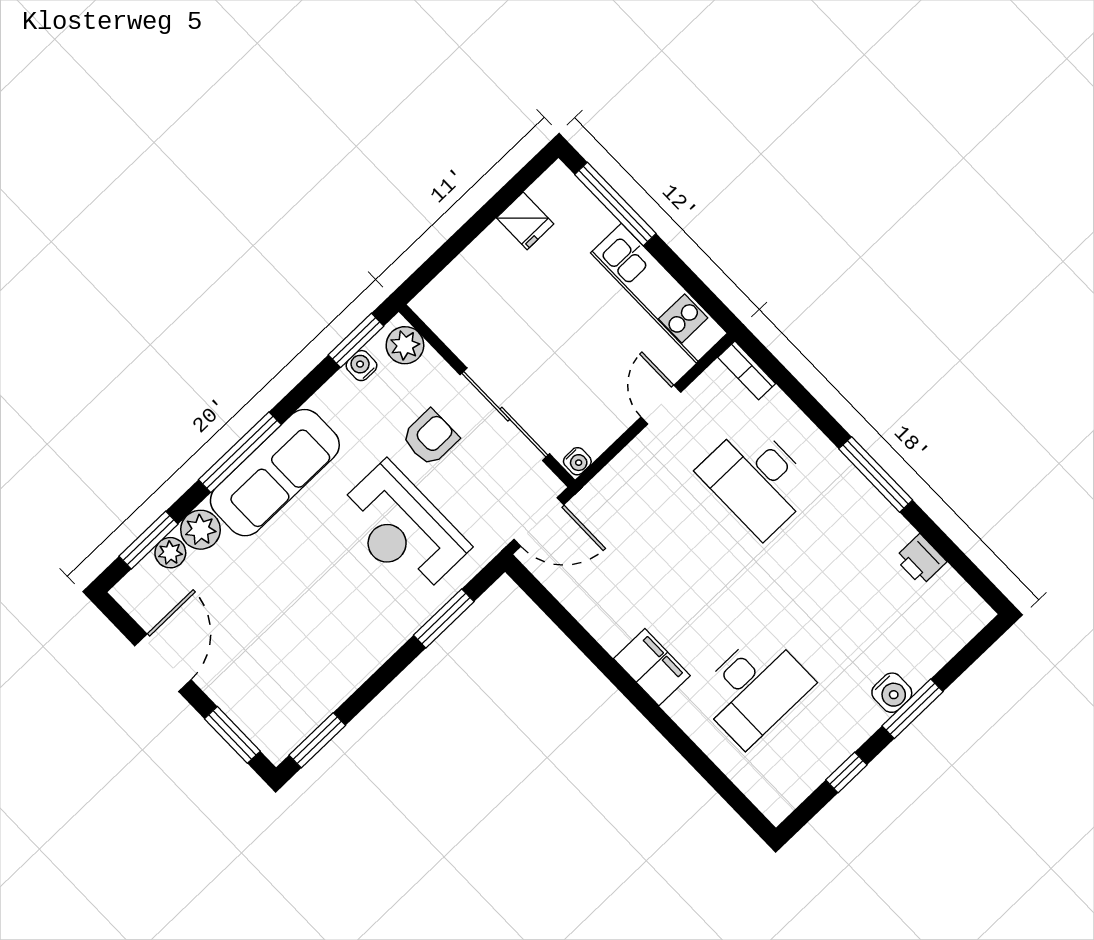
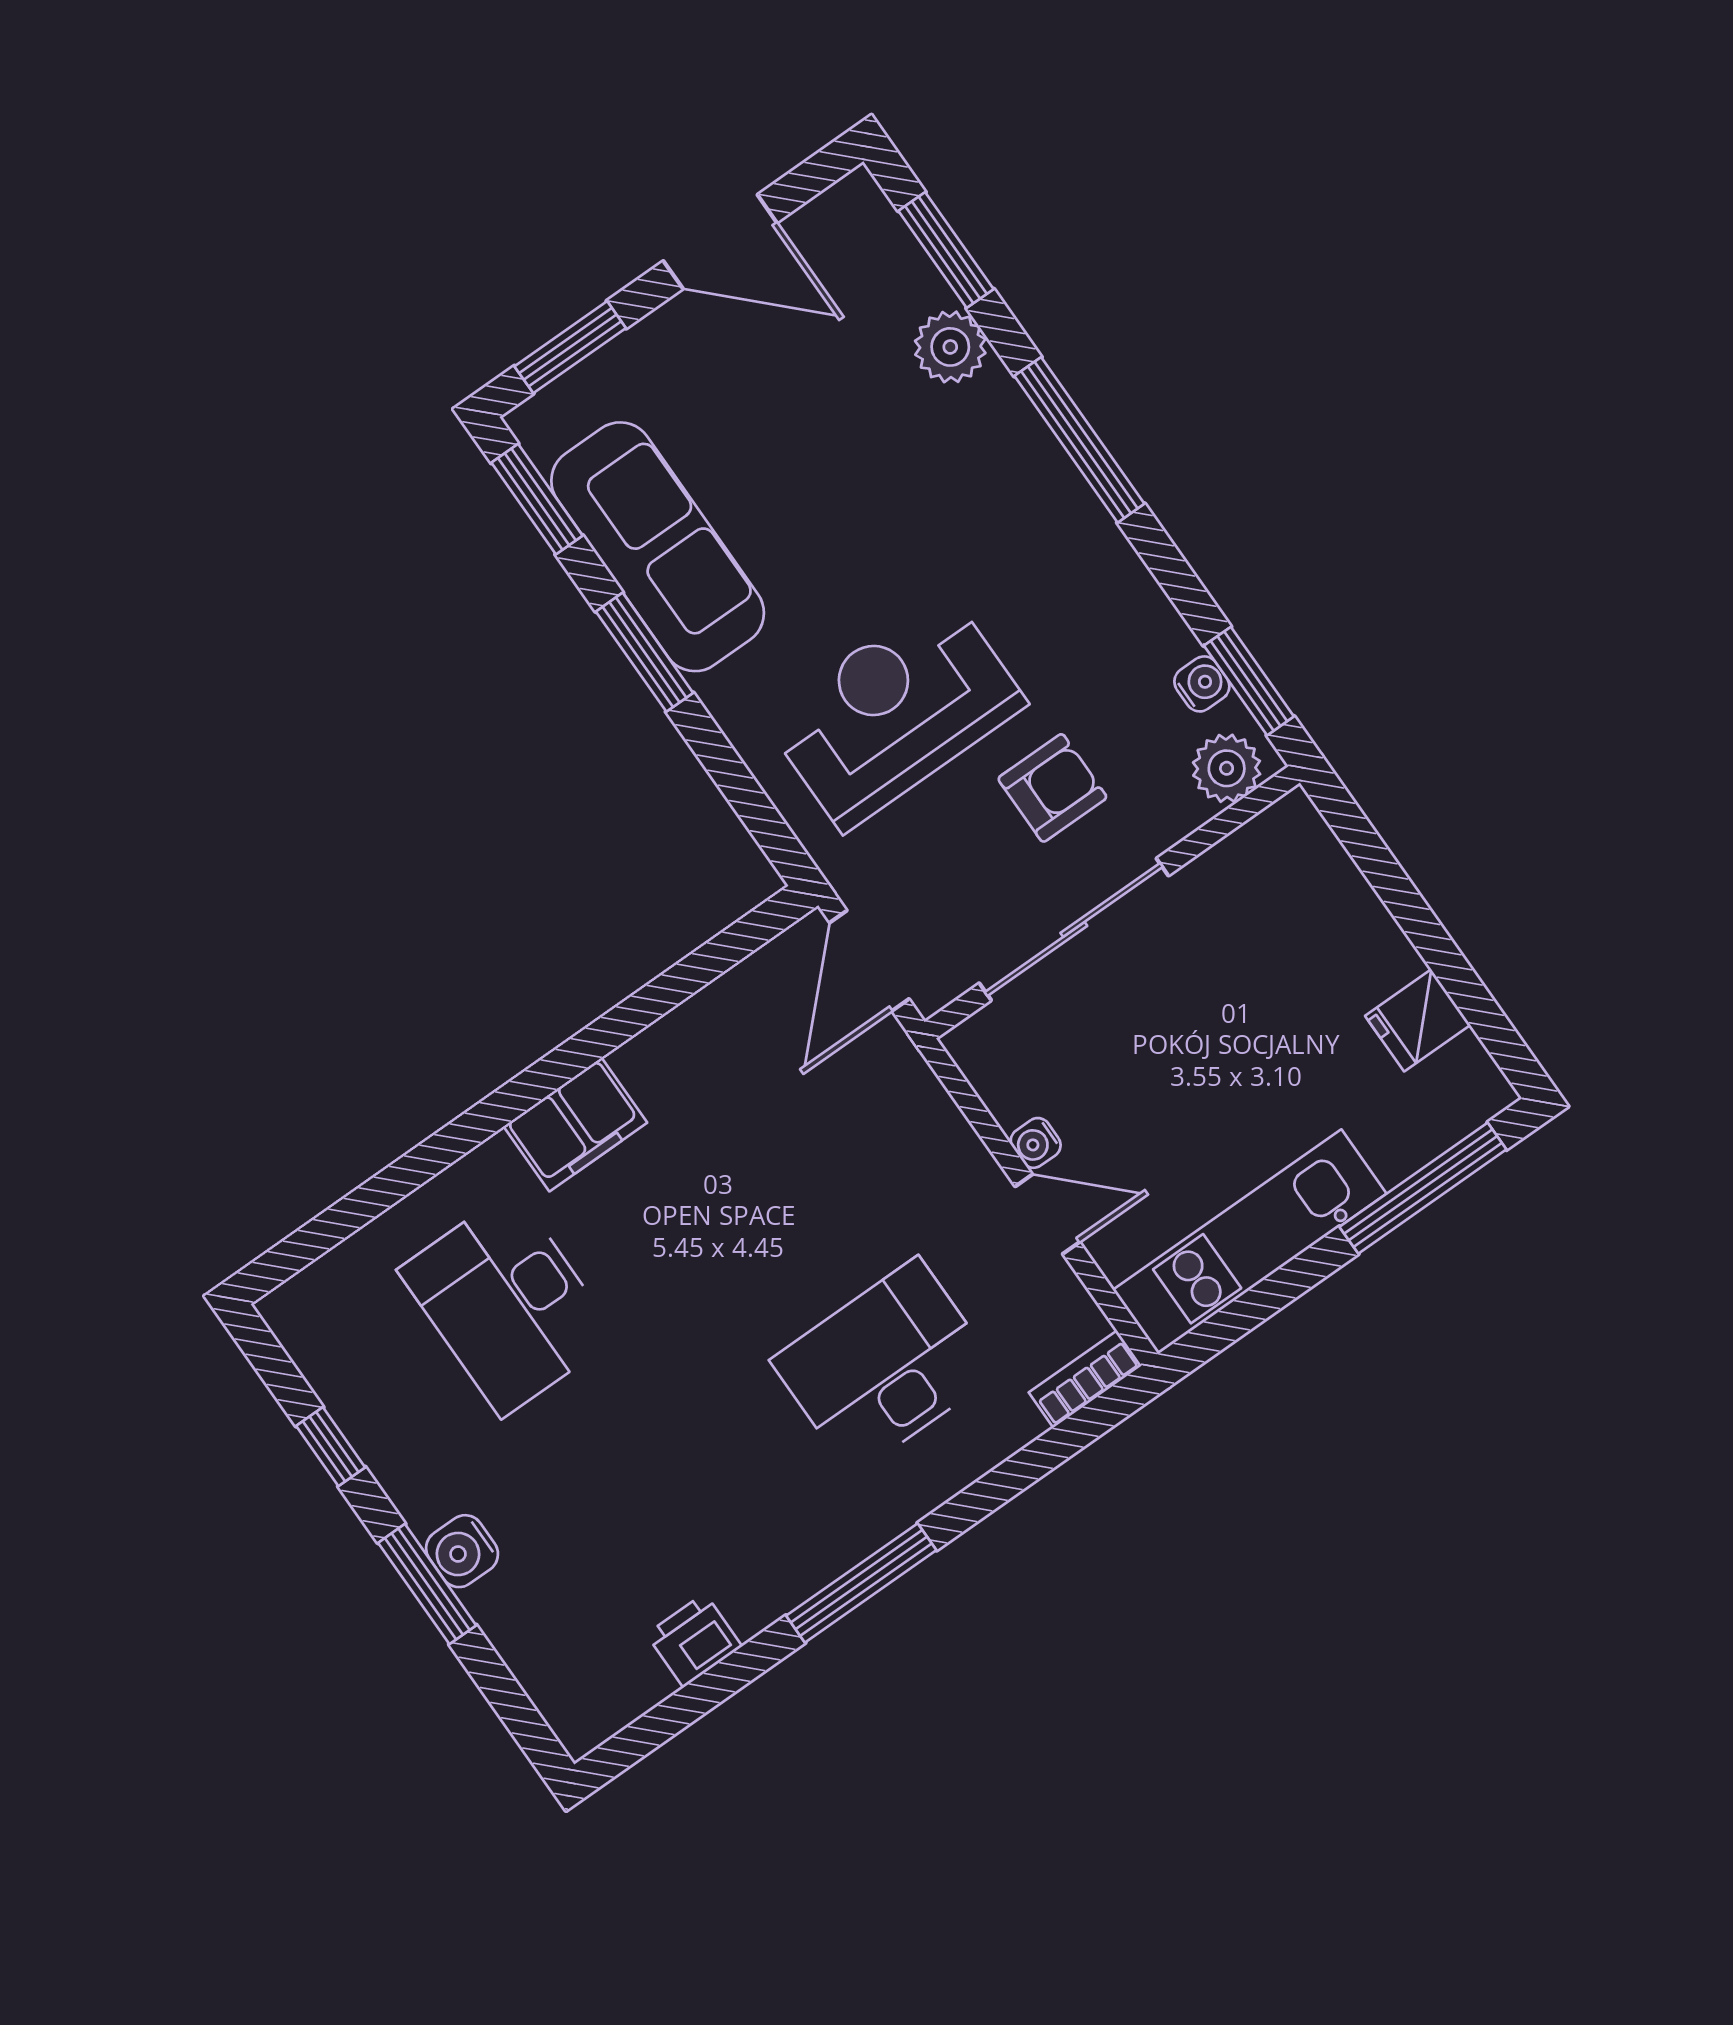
armchair: (430, 438) -> (1052, 788), turned -90
water cooler: (577, 461) -> (1036, 1143), moved
sofa: (275, 473) -> (658, 547), moved, turned 180
plant: (170, 553) -> (917, 286), removed
window: (444, 618) -> (645, 652), moved

